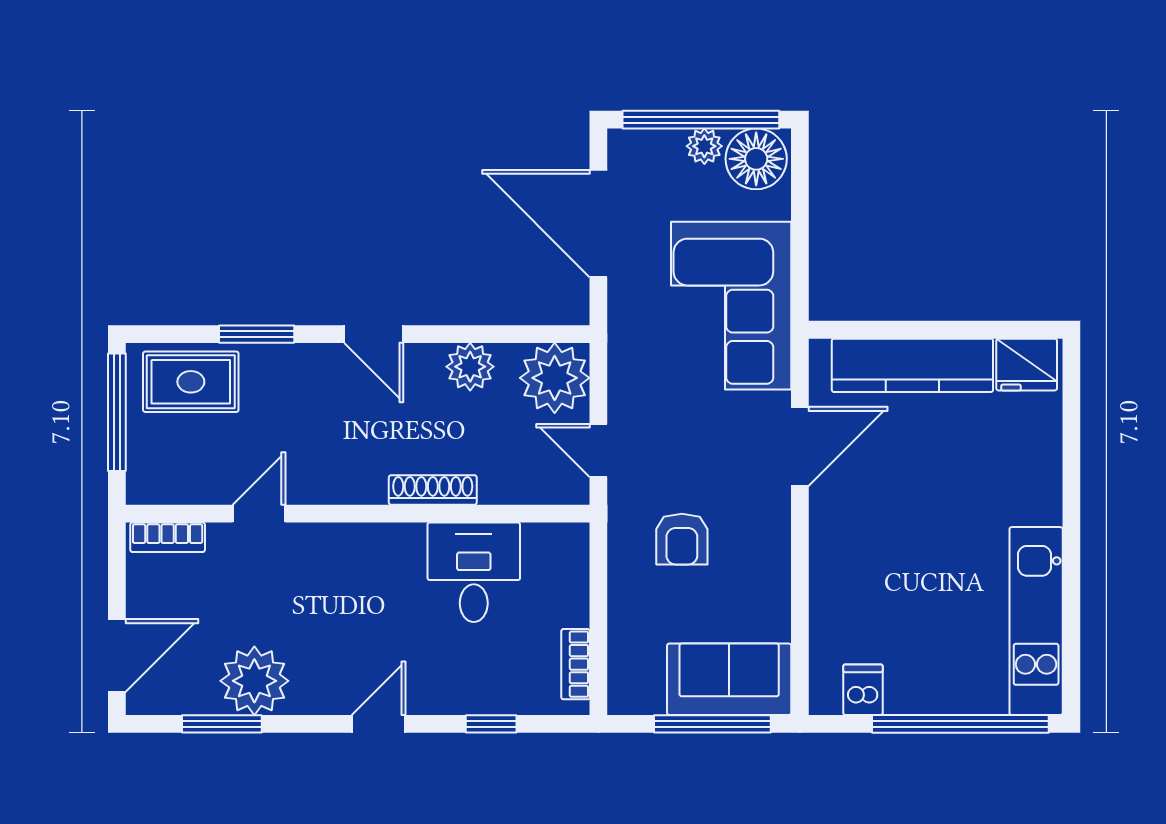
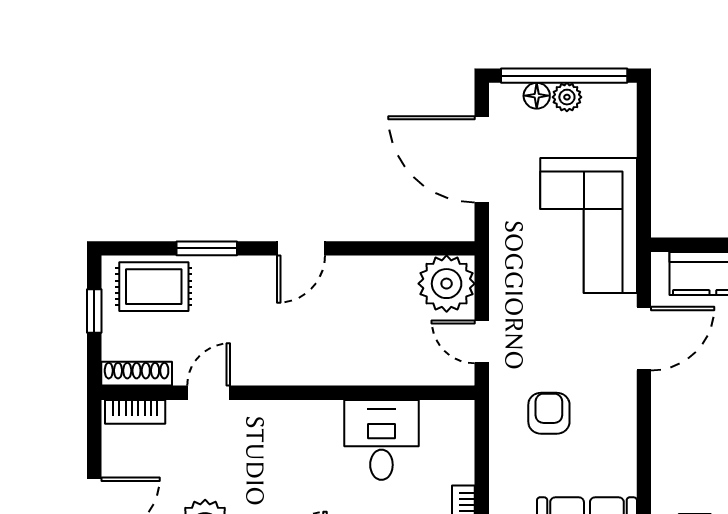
floor lamp: (756, 159) -> (537, 96), moved, width x0.53, depth x0.53
door: (374, 334) -> (301, 248), hinge flipped
plant: (470, 367) -> (379, 275), removed
window: (117, 412) -> (94, 311), width x0.46
shoe rack: (433, 490) -> (137, 374), moved
armchair: (682, 539) -> (549, 413), turned 180

